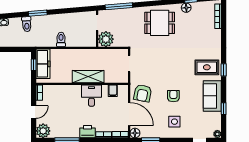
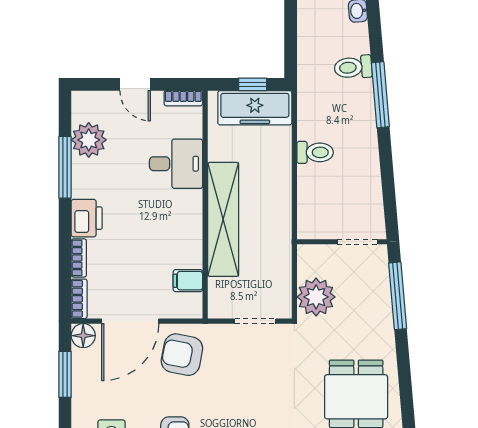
window: (38, 13) -> (380, 95), width x1.44
plant: (106, 39) -> (316, 297), moved
shelving: (88, 77) -> (223, 219), width x1.47
desk: (91, 96) -> (176, 164), moved
plant: (43, 131) -> (89, 140), moved

